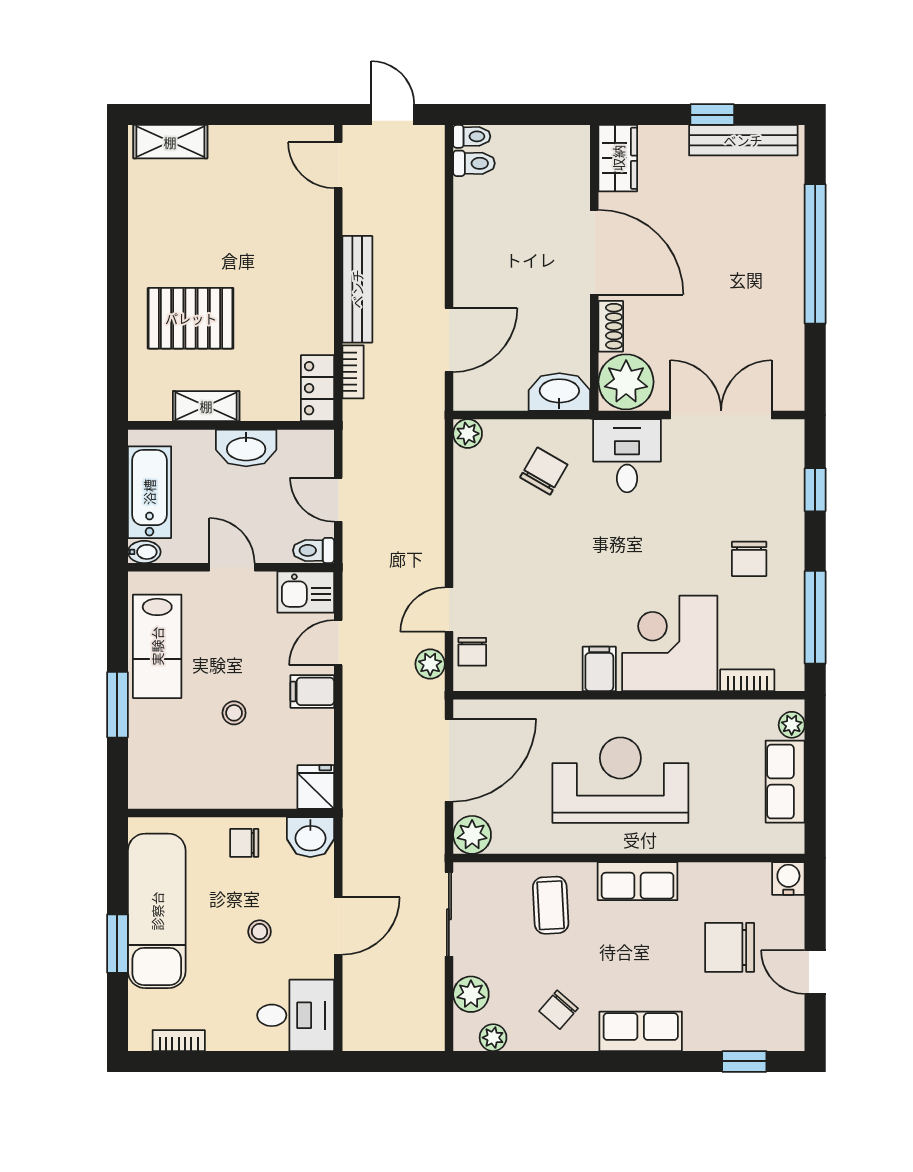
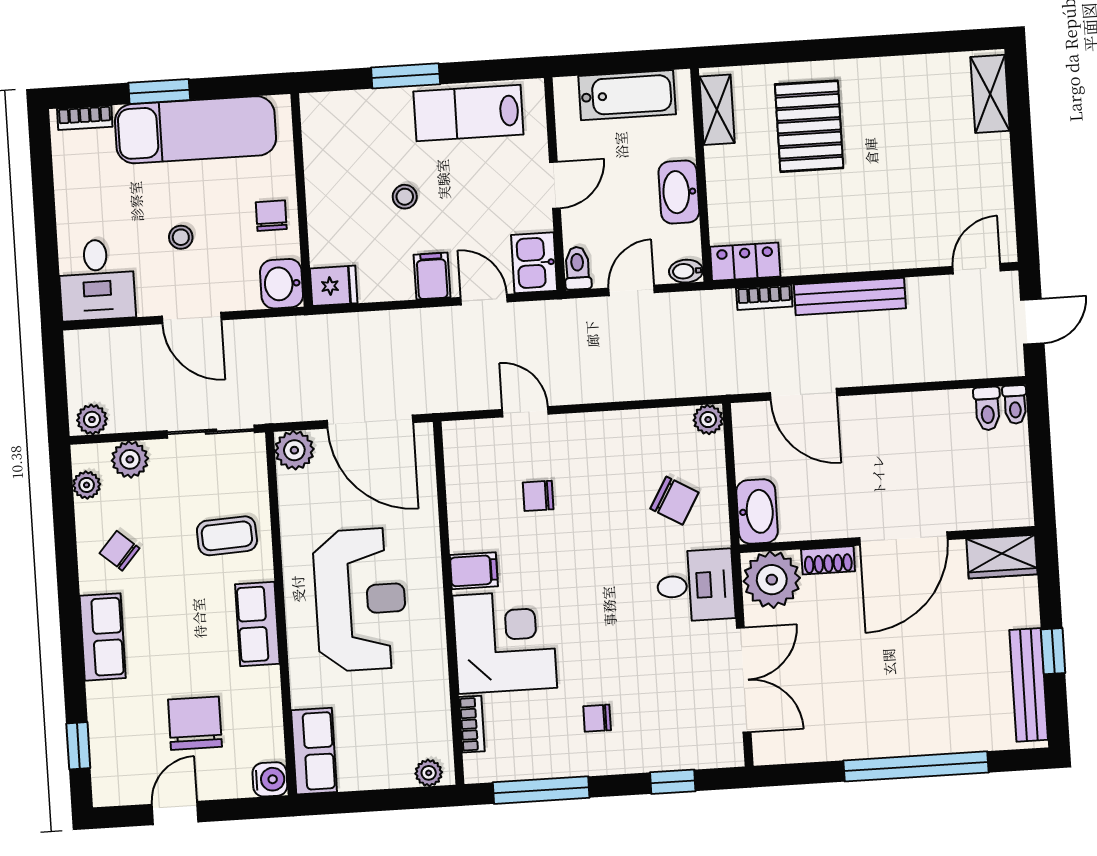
shelving: (206, 406) -> (717, 110), moved
bidet: (144, 552) -> (686, 271), moved, turned 90
chair: (749, 559) -> (597, 718), width x0.73, depth x0.73
chair: (472, 652) -> (538, 496), moved
plant: (430, 664) -> (92, 420), moved
row of seats: (785, 782) -> (314, 751), moved, turned 90
bookcase: (179, 1041) -> (85, 118), moved, turned 90

